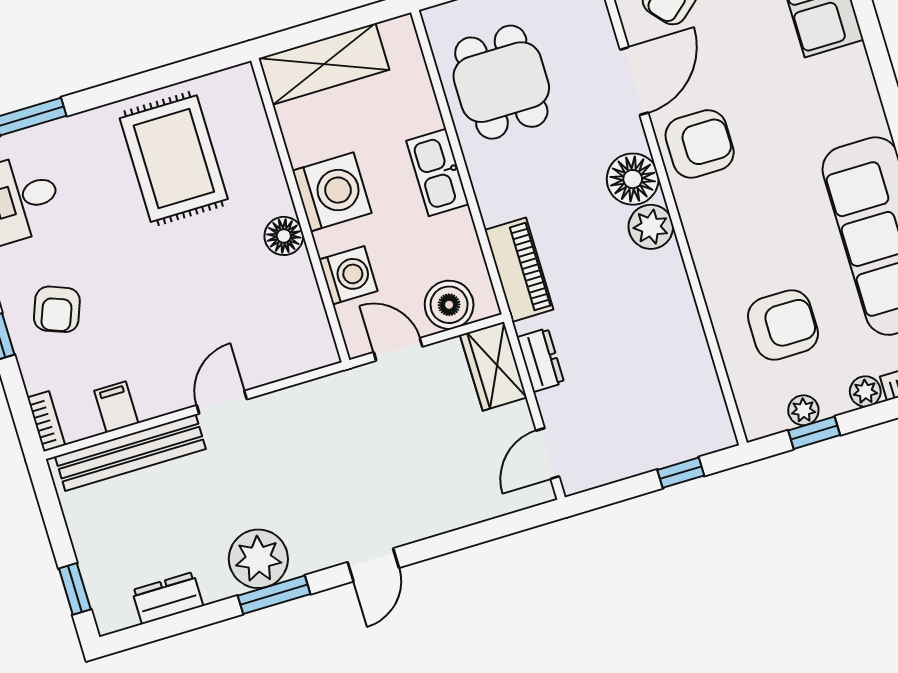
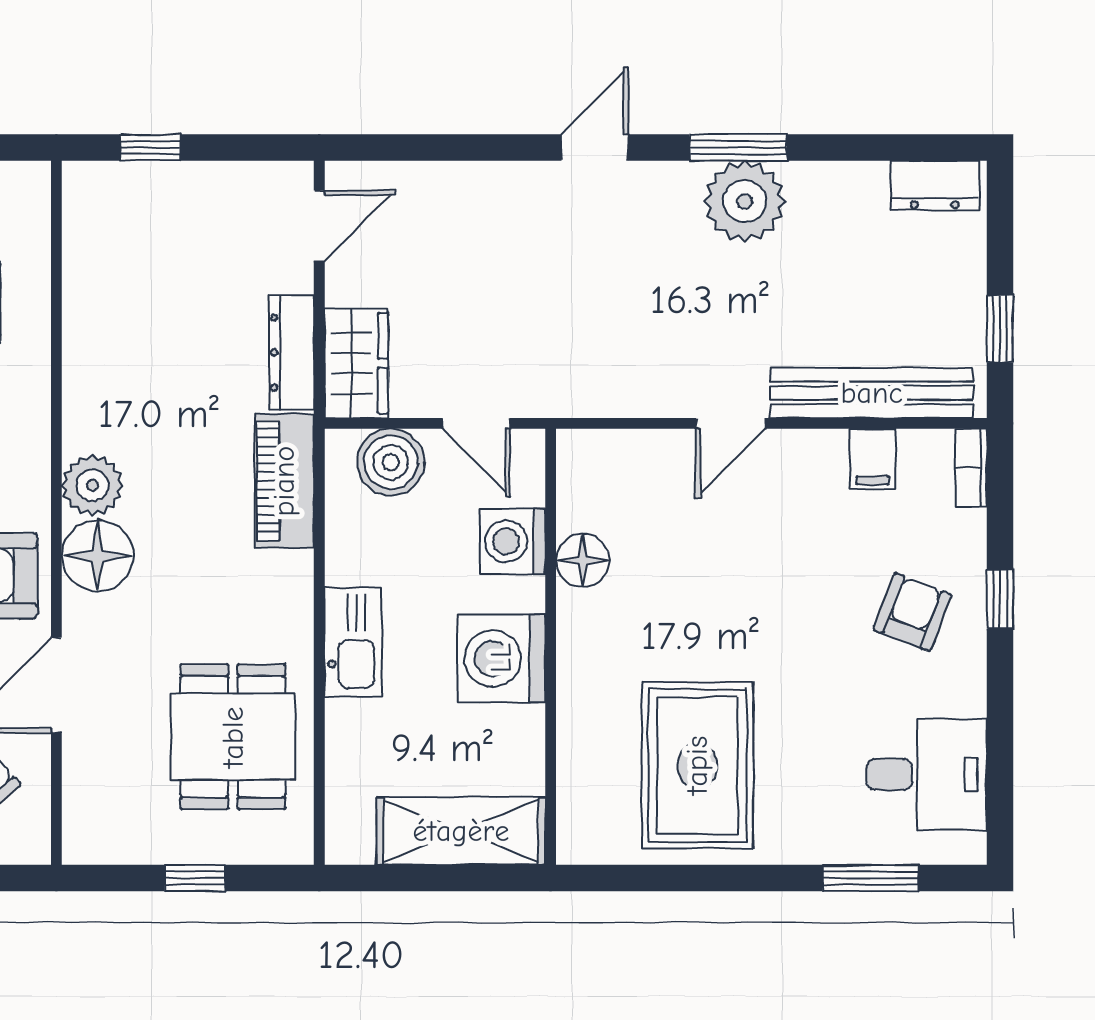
floor lamp: (284, 236) -> (582, 560), moved
dresser: (540, 360) -> (292, 353), width x1.44
window: (75, 589) -> (1000, 329), moved
dresser: (168, 598) -> (935, 185), moved

